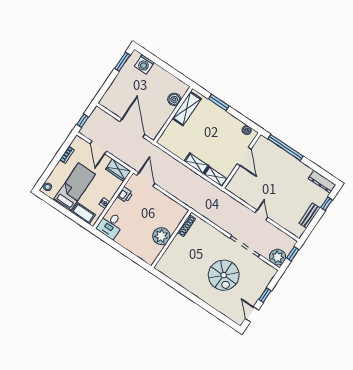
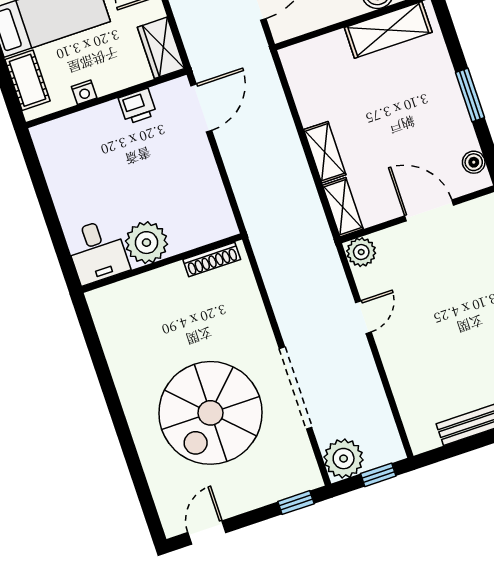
window: (219, 102) -> (470, 95), moved
door: (244, 156) -> (429, 210), swing flipped
plant: (233, 186) -> (361, 252), added
door: (261, 215) -> (363, 317), moved
desk: (110, 225) -> (97, 252), moved, turned -90
spiral stairs: (224, 275) -> (210, 413), width x1.37, depth x1.37
window: (265, 295) -> (296, 503), moved

